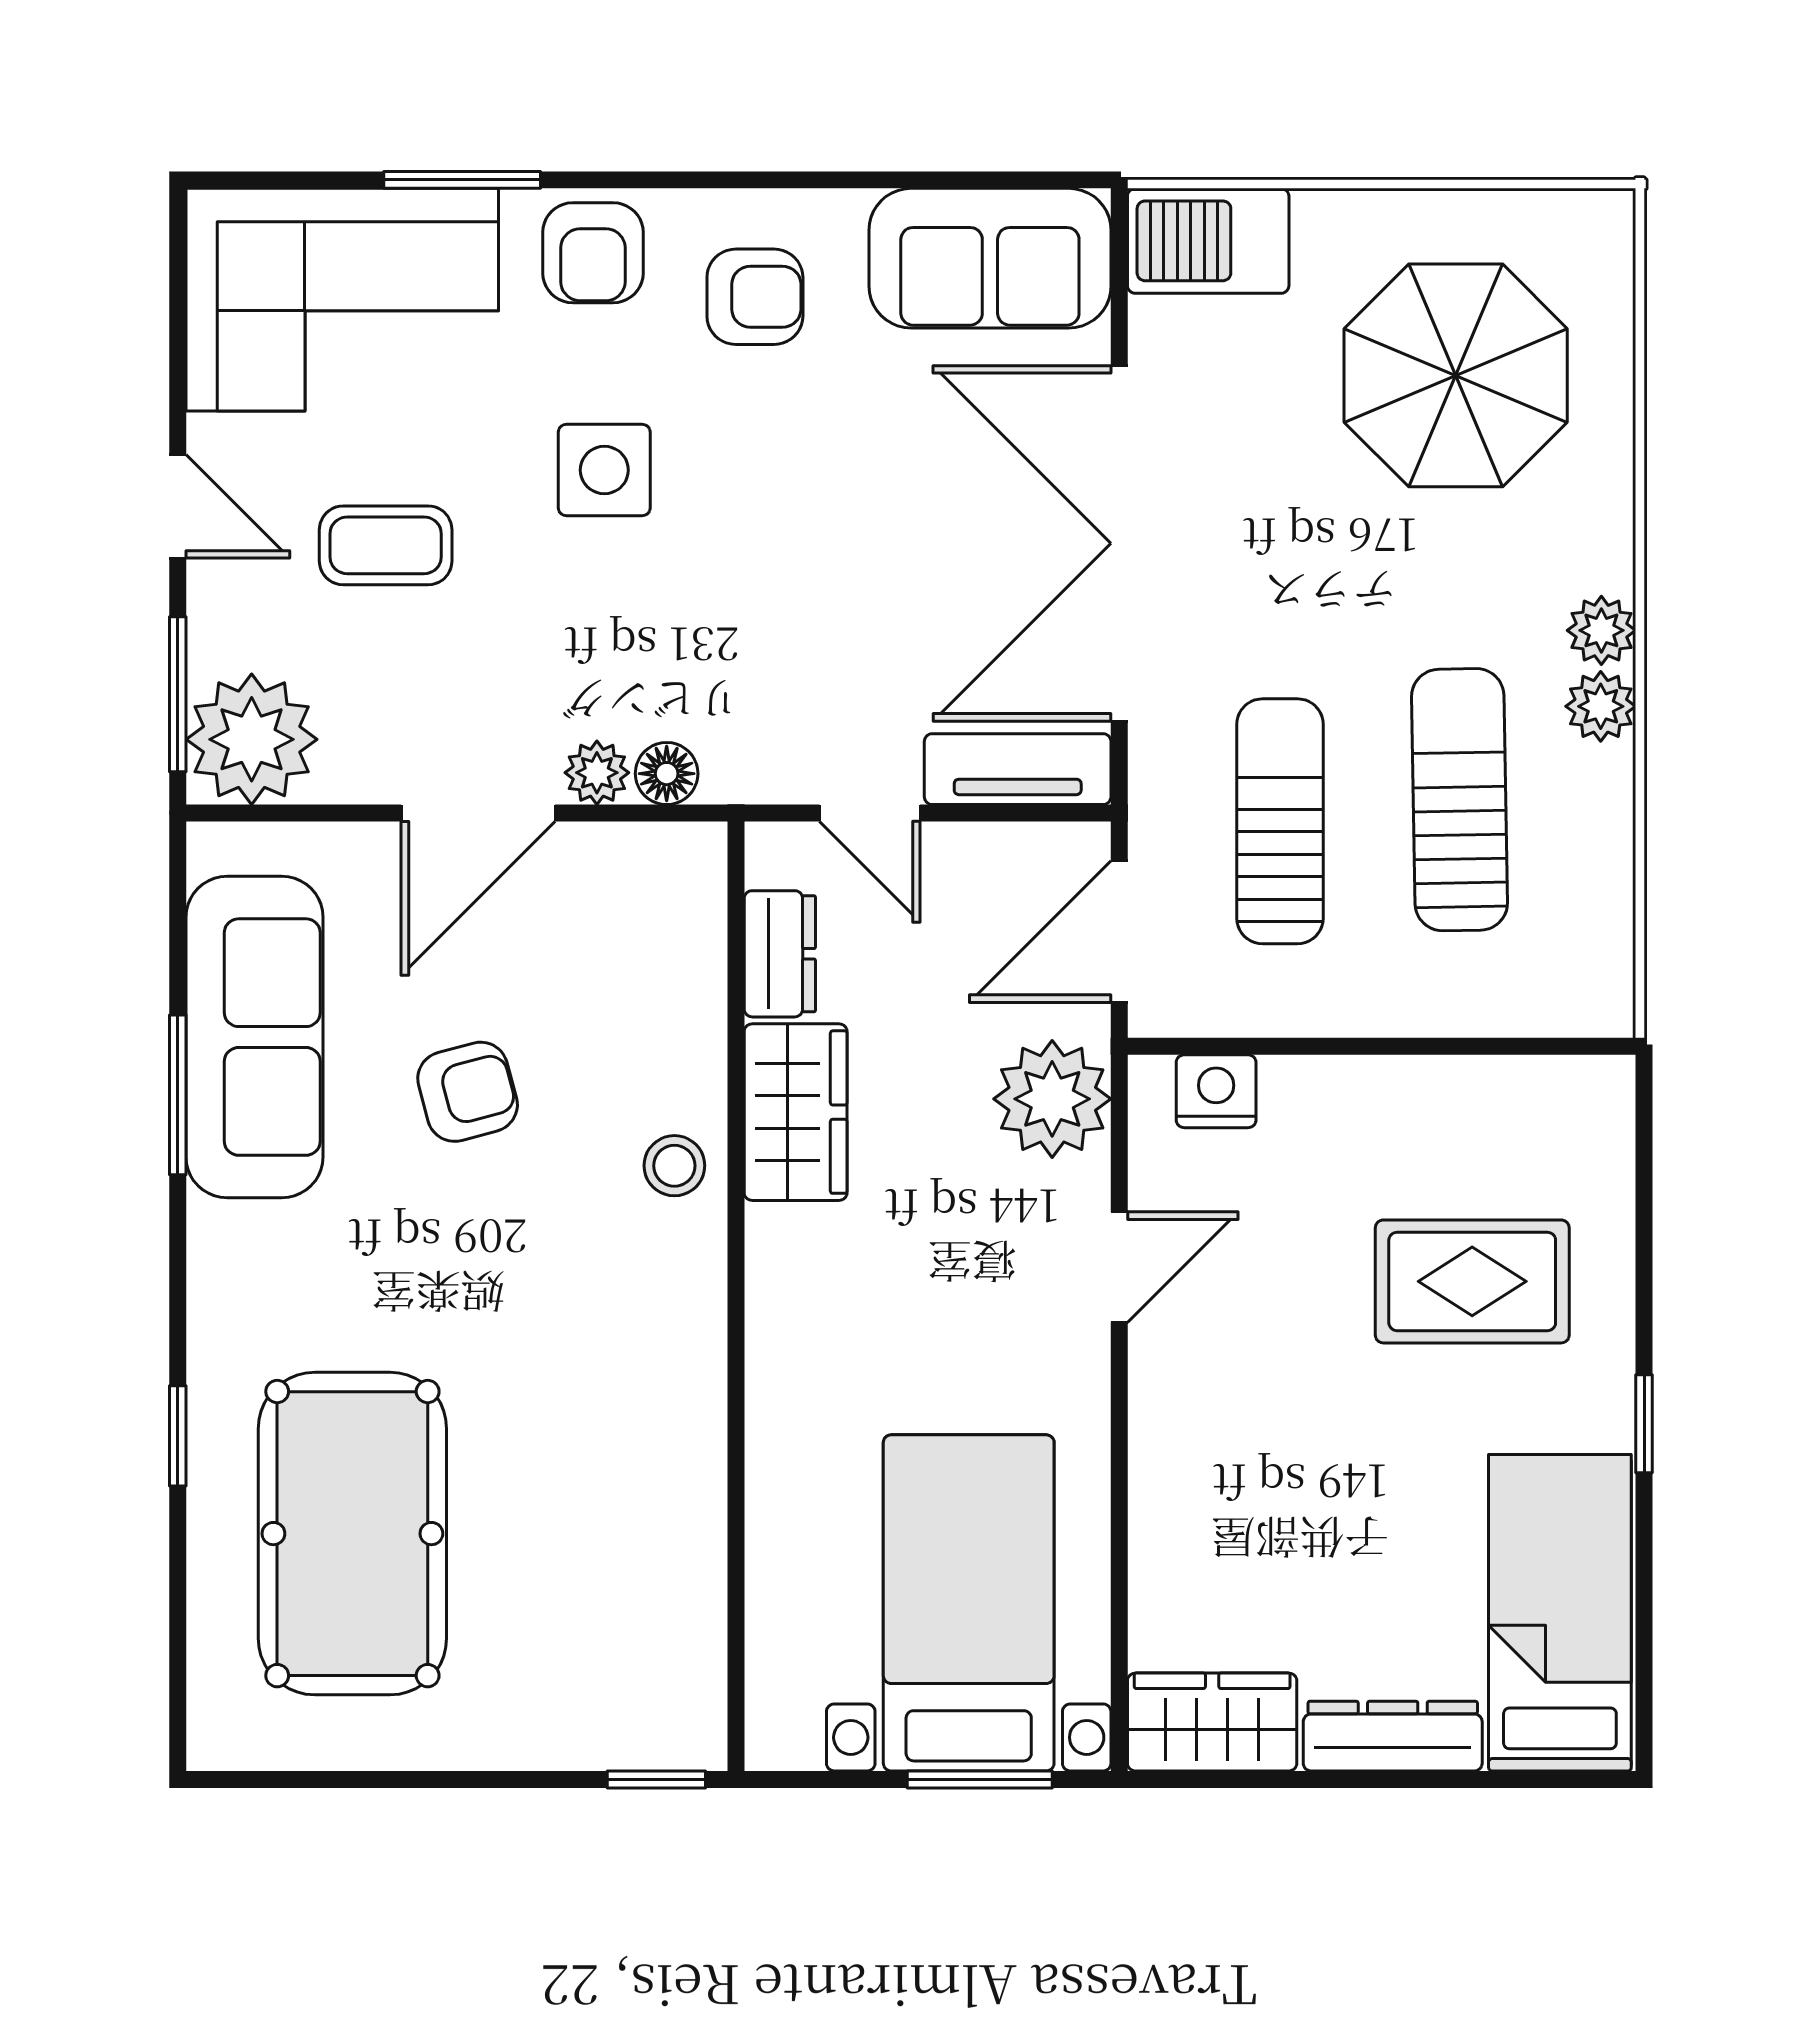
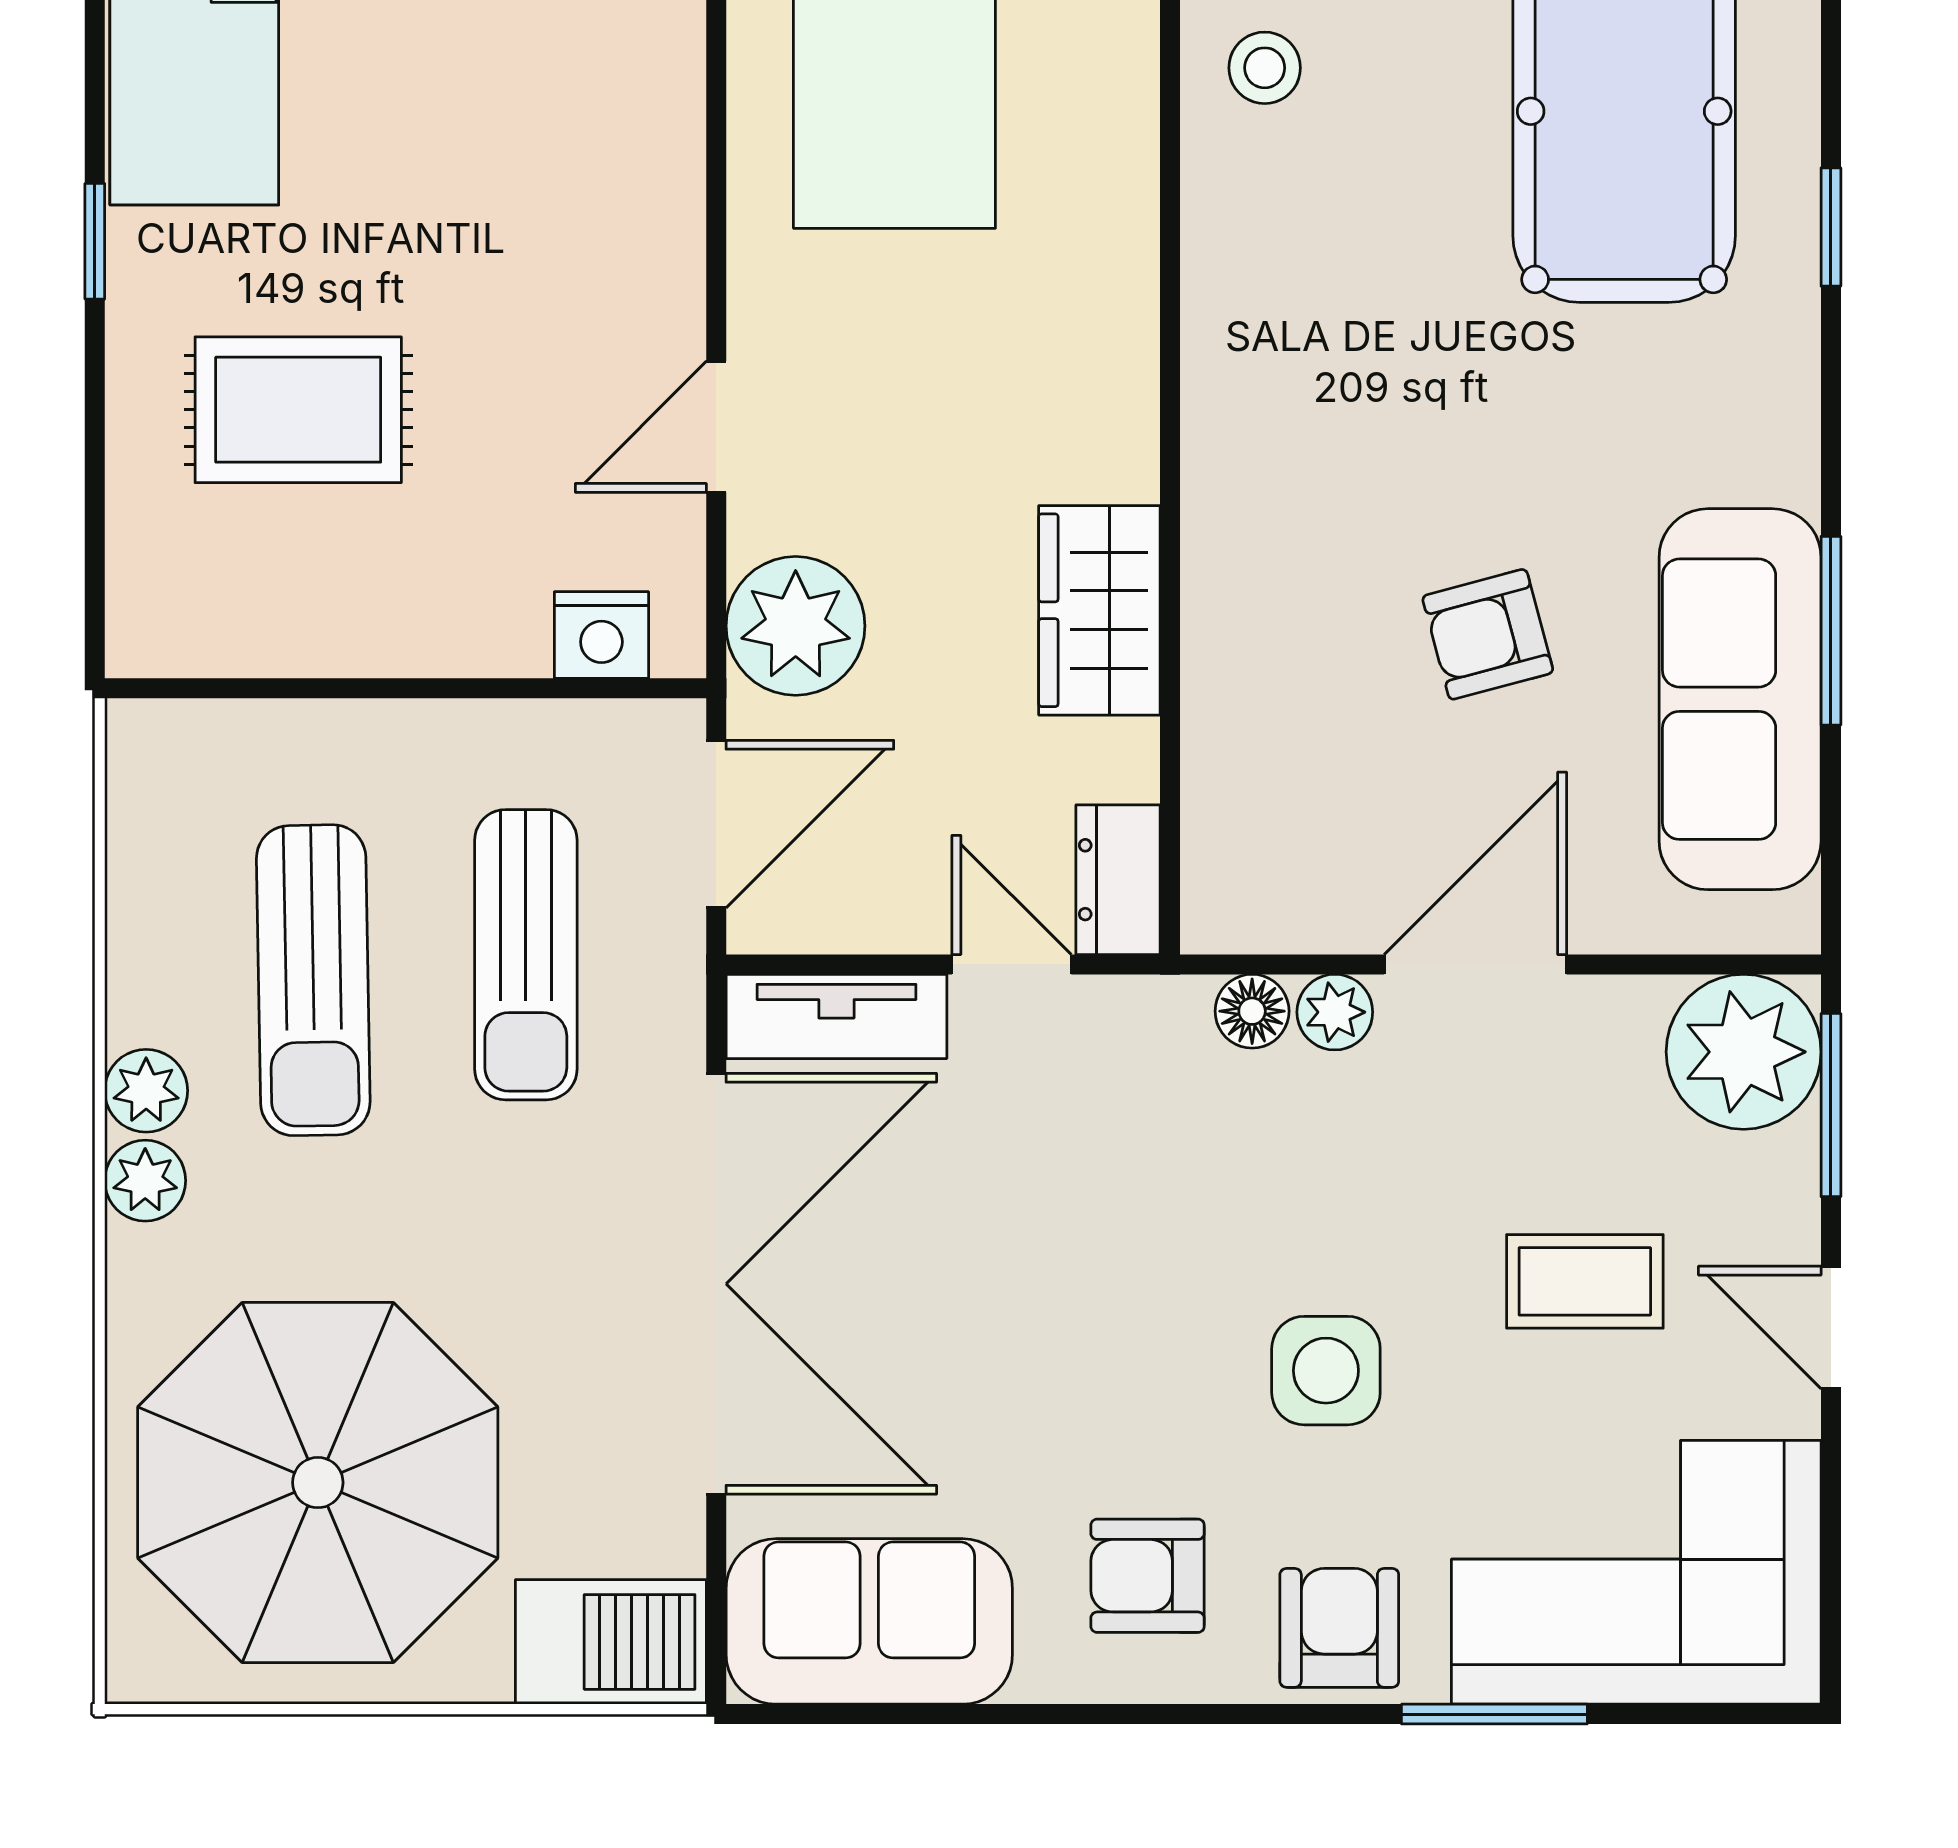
parasol: (1456, 375) -> (318, 1483), width x1.36, depth x1.36
dresser: (780, 954) -> (1118, 880), moved
stool: (674, 1166) -> (1265, 68), moved

